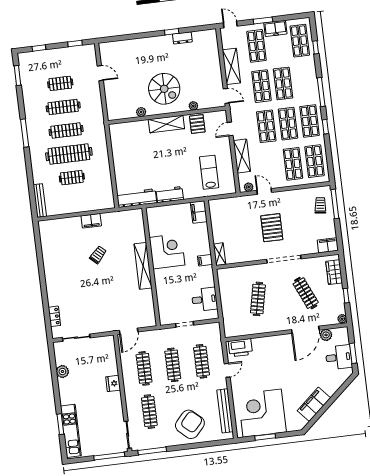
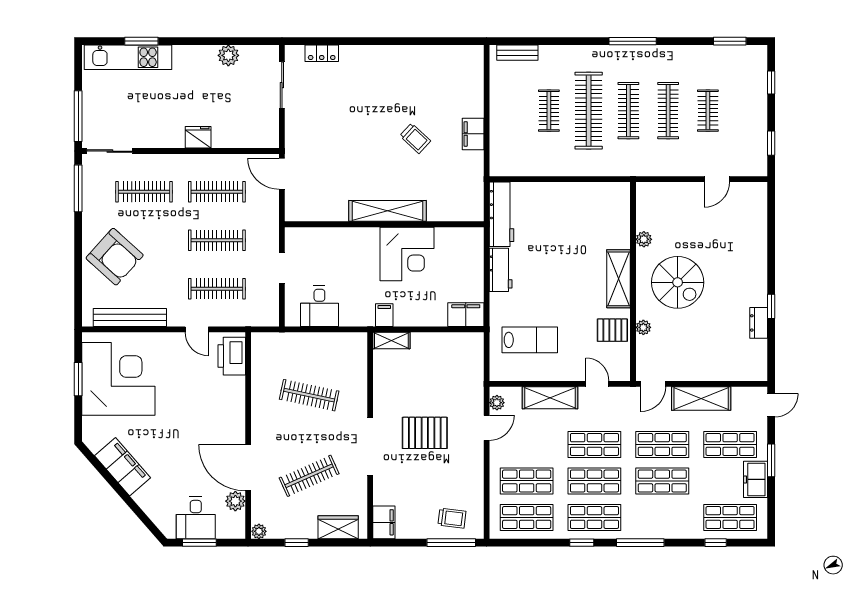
spiral stairs: (164, 89) -> (678, 282), turned -90
bench: (40, 200) -> (517, 53), width x0.73

